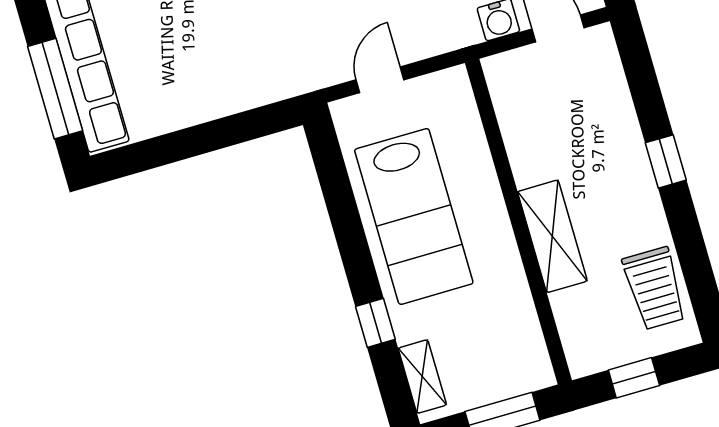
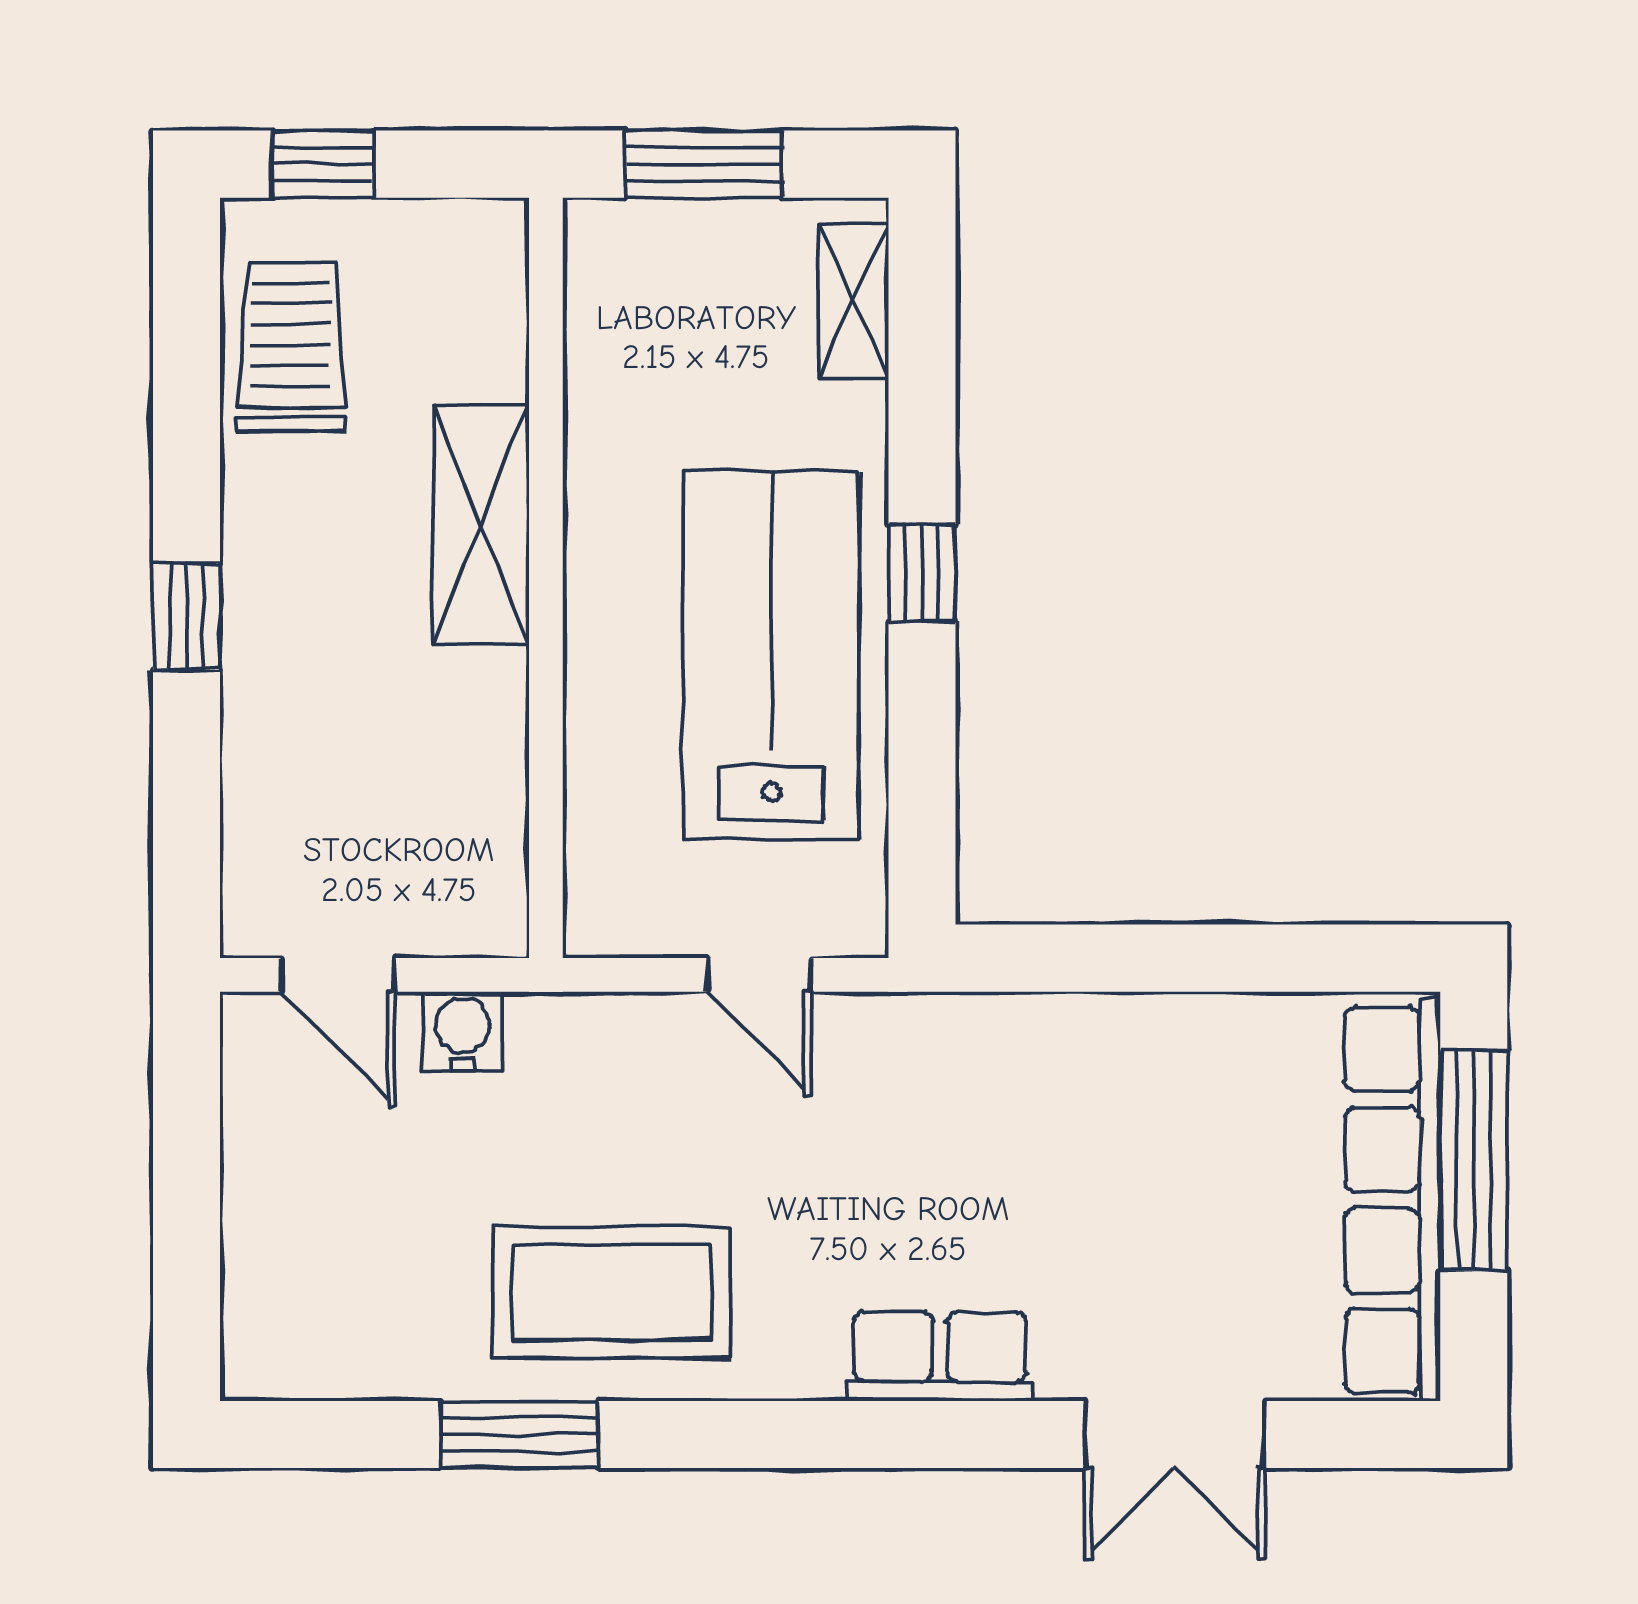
door: (380, 80) -> (759, 975), hinge flipped
window: (375, 323) -> (922, 573), moved
window: (634, 378) -> (323, 164), moved

